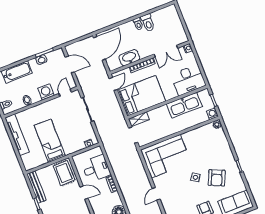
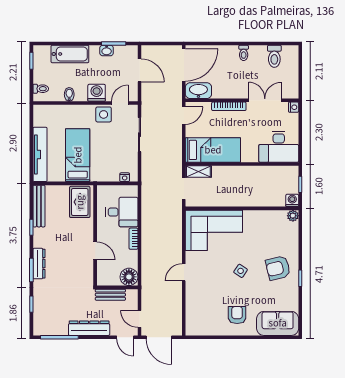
toilet: (148, 23) -> (274, 56), moved
double door: (166, 51) -> (265, 100), swing flipped
washbasin: (129, 58) -> (198, 91), moved
bed: (141, 96) -> (213, 150), width x0.67
side table: (57, 105) -> (104, 114), added
kitchen sink: (184, 105) -> (262, 176), removed
tv unit: (17, 135) -> (40, 154), moved
armchair: (217, 178) -> (278, 268), moved, turned 52
door: (84, 193) -> (95, 251), moved

